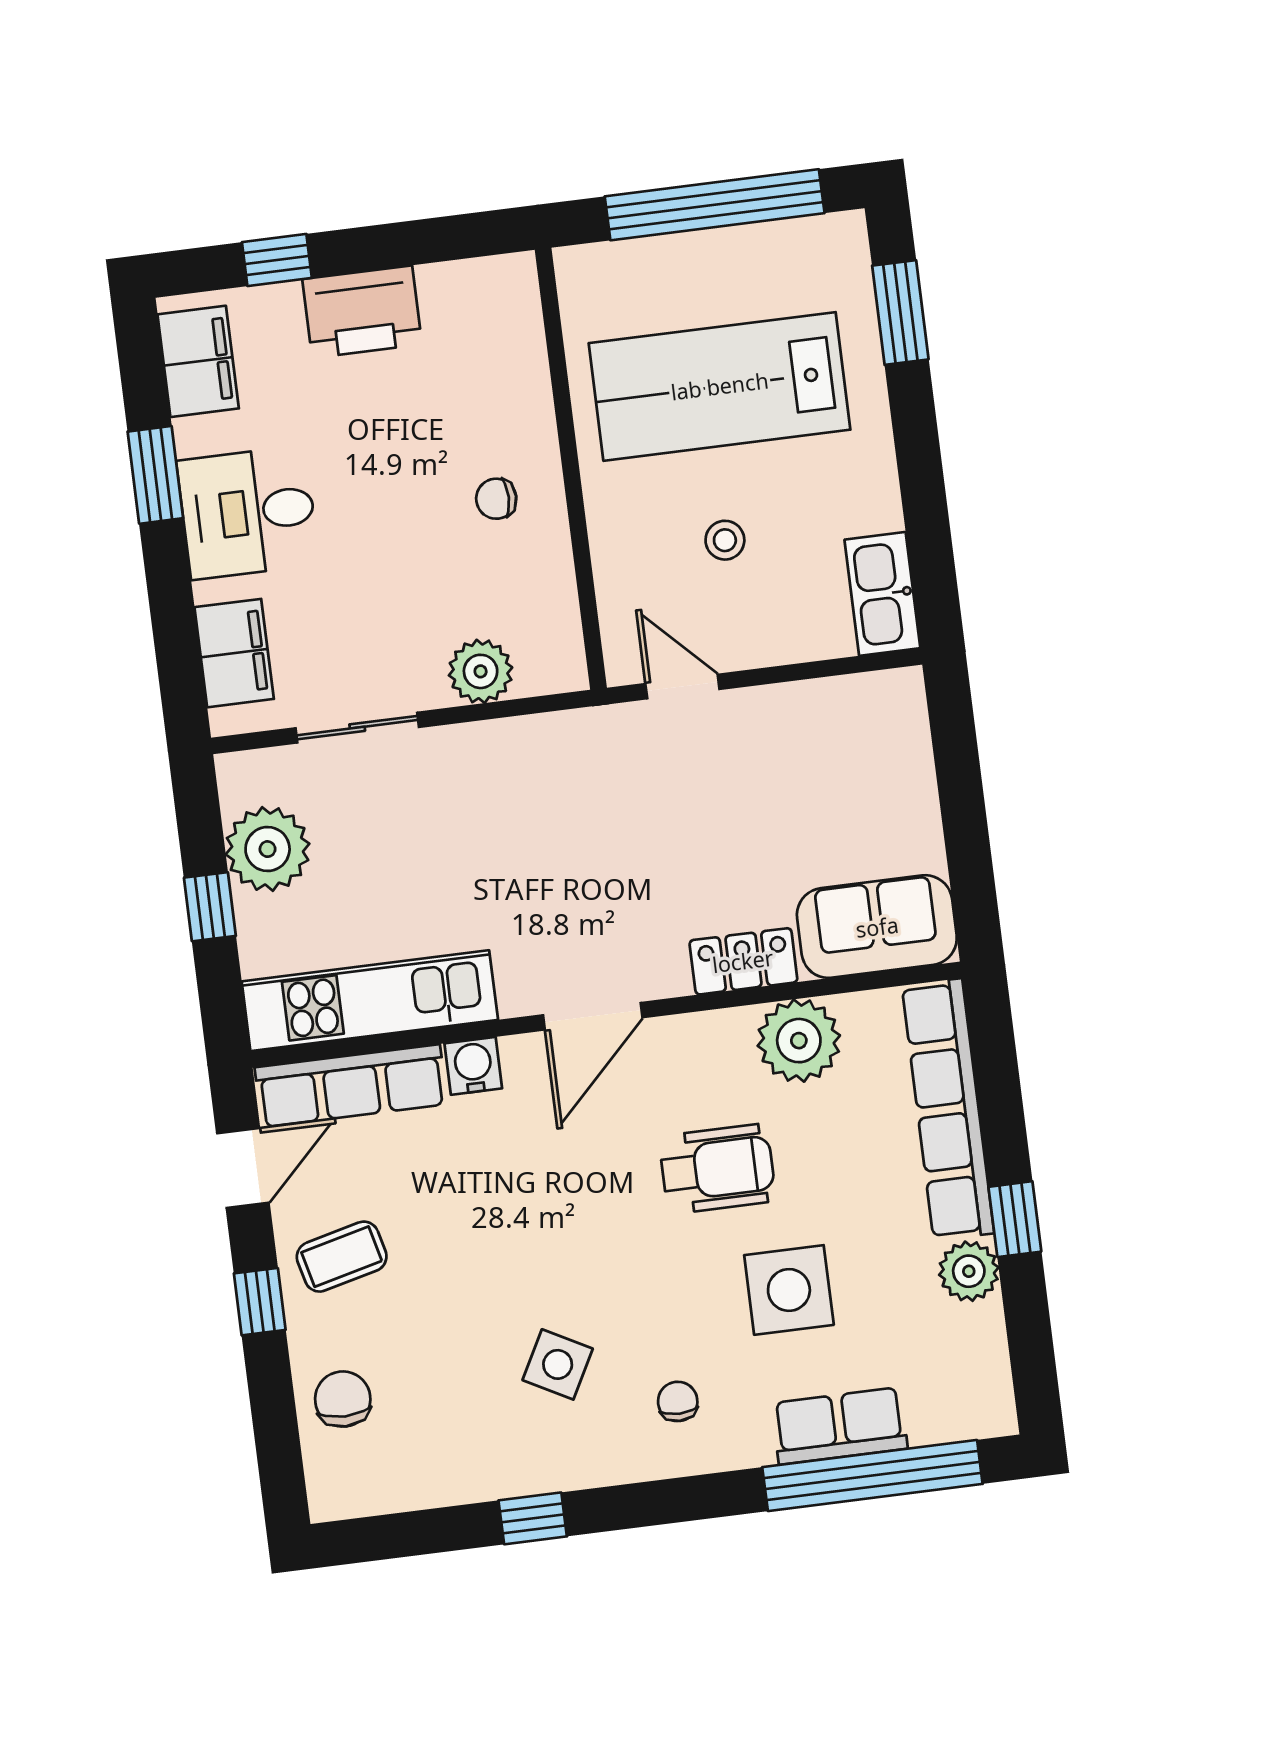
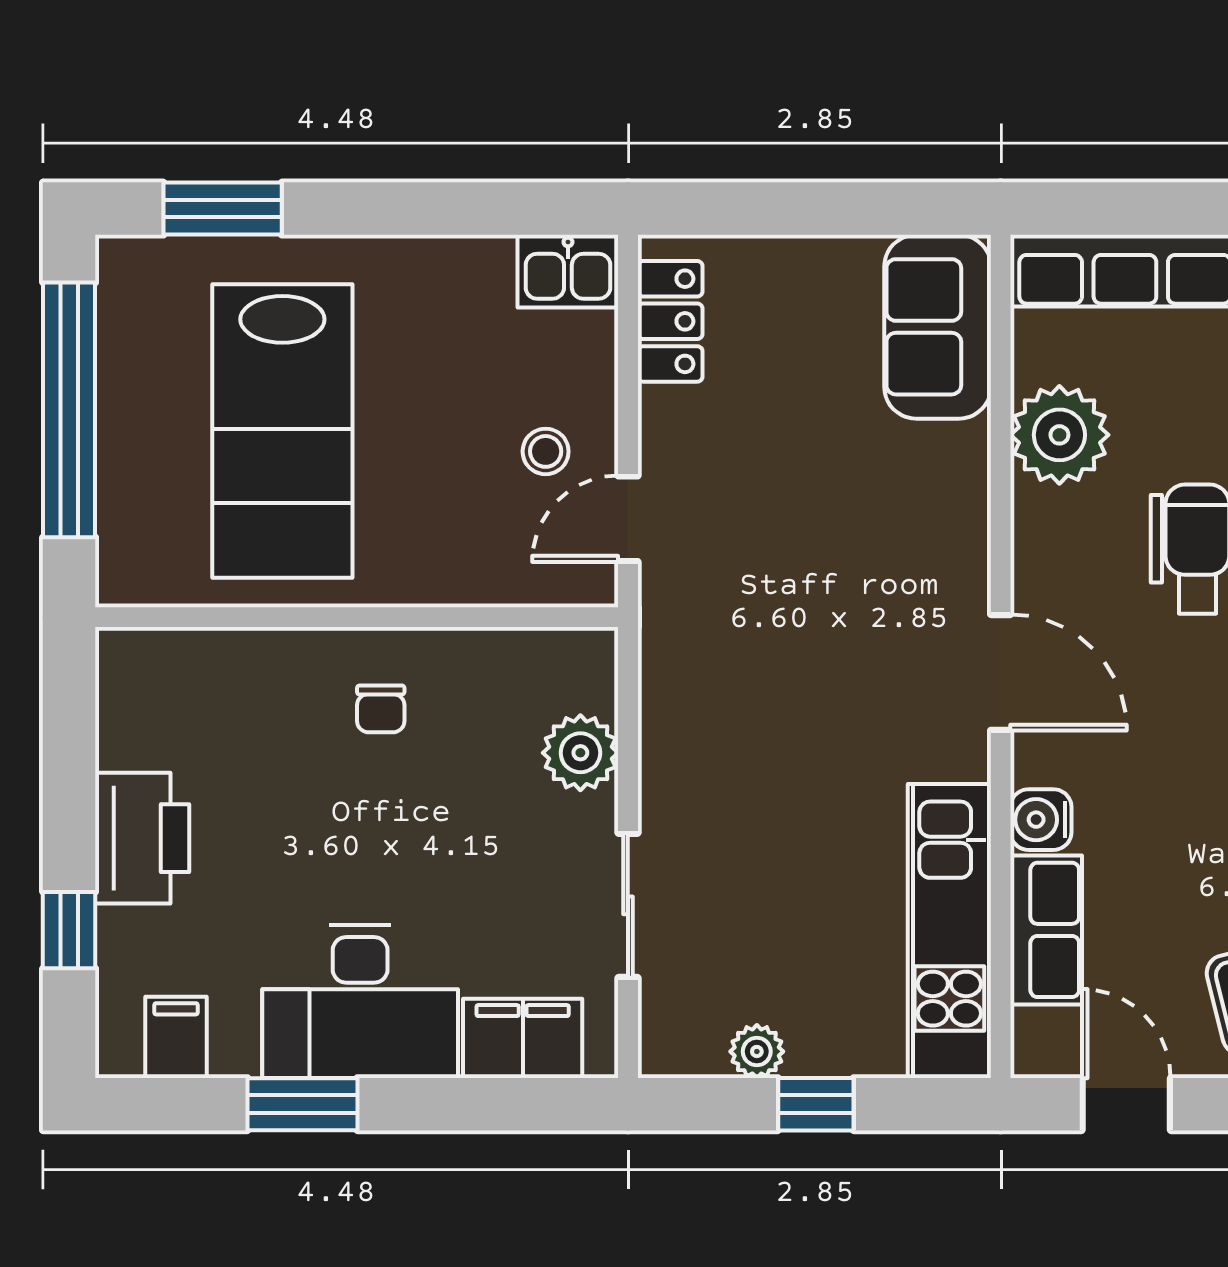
filing cabinet: (198, 361) -> (176, 1037), width x0.50
desk: (248, 512) -> (360, 1001), width x1.37
stool: (725, 540) -> (546, 451), moved
kitchen sink: (882, 594) -> (568, 271), width x0.73
plant: (268, 849) -> (757, 1051), width x0.53, depth x0.53
locker: (743, 961) -> (670, 321), moved, turned 180
row of seats: (351, 1086) -> (1046, 930), width x0.68

